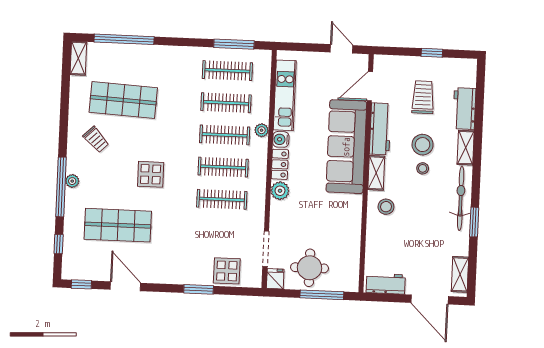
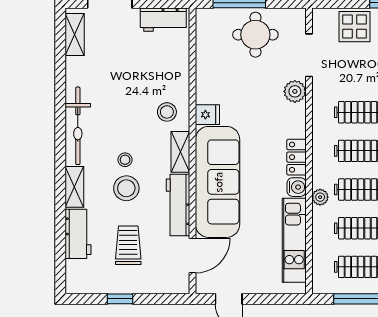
trolley: (423, 97) -> (128, 245), turned 180
plant: (280, 191) -> (295, 91), moved
window: (474, 222) -> (60, 98), removed
fridge: (275, 279) -> (207, 115), moved, turned -90

